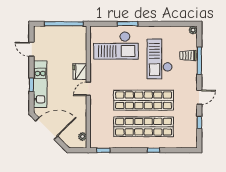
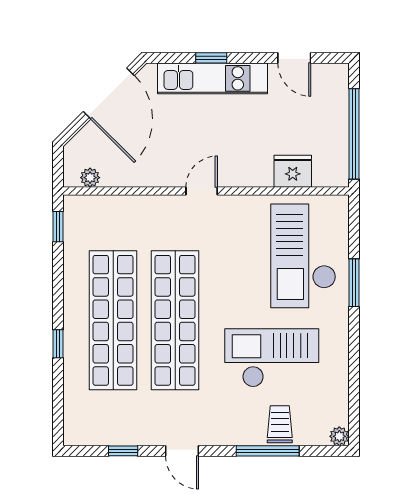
door: (31, 49) -> (294, 58), swing flipped
fridge: (80, 72) -> (293, 171), moved
door: (88, 89) -> (202, 191), hinge flipped

